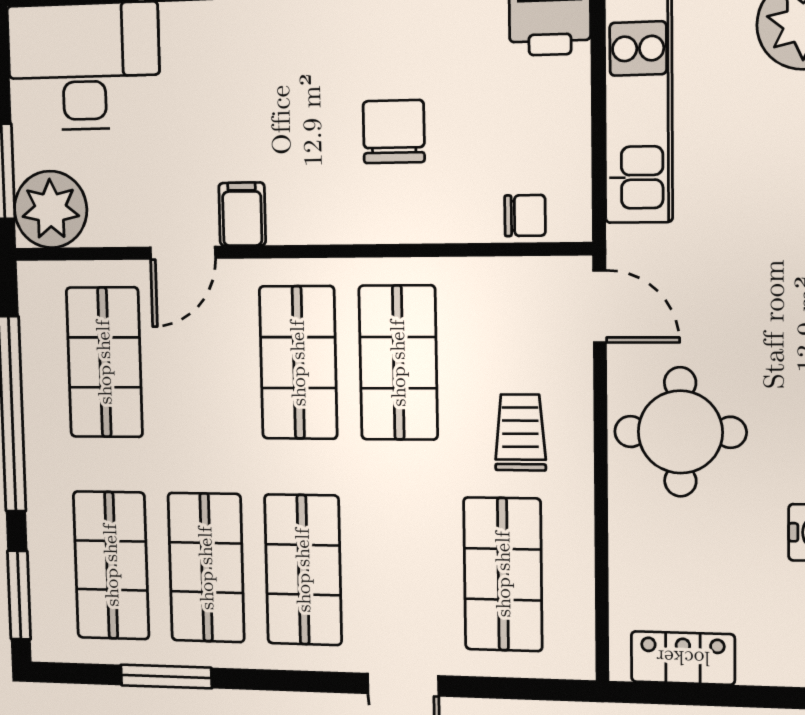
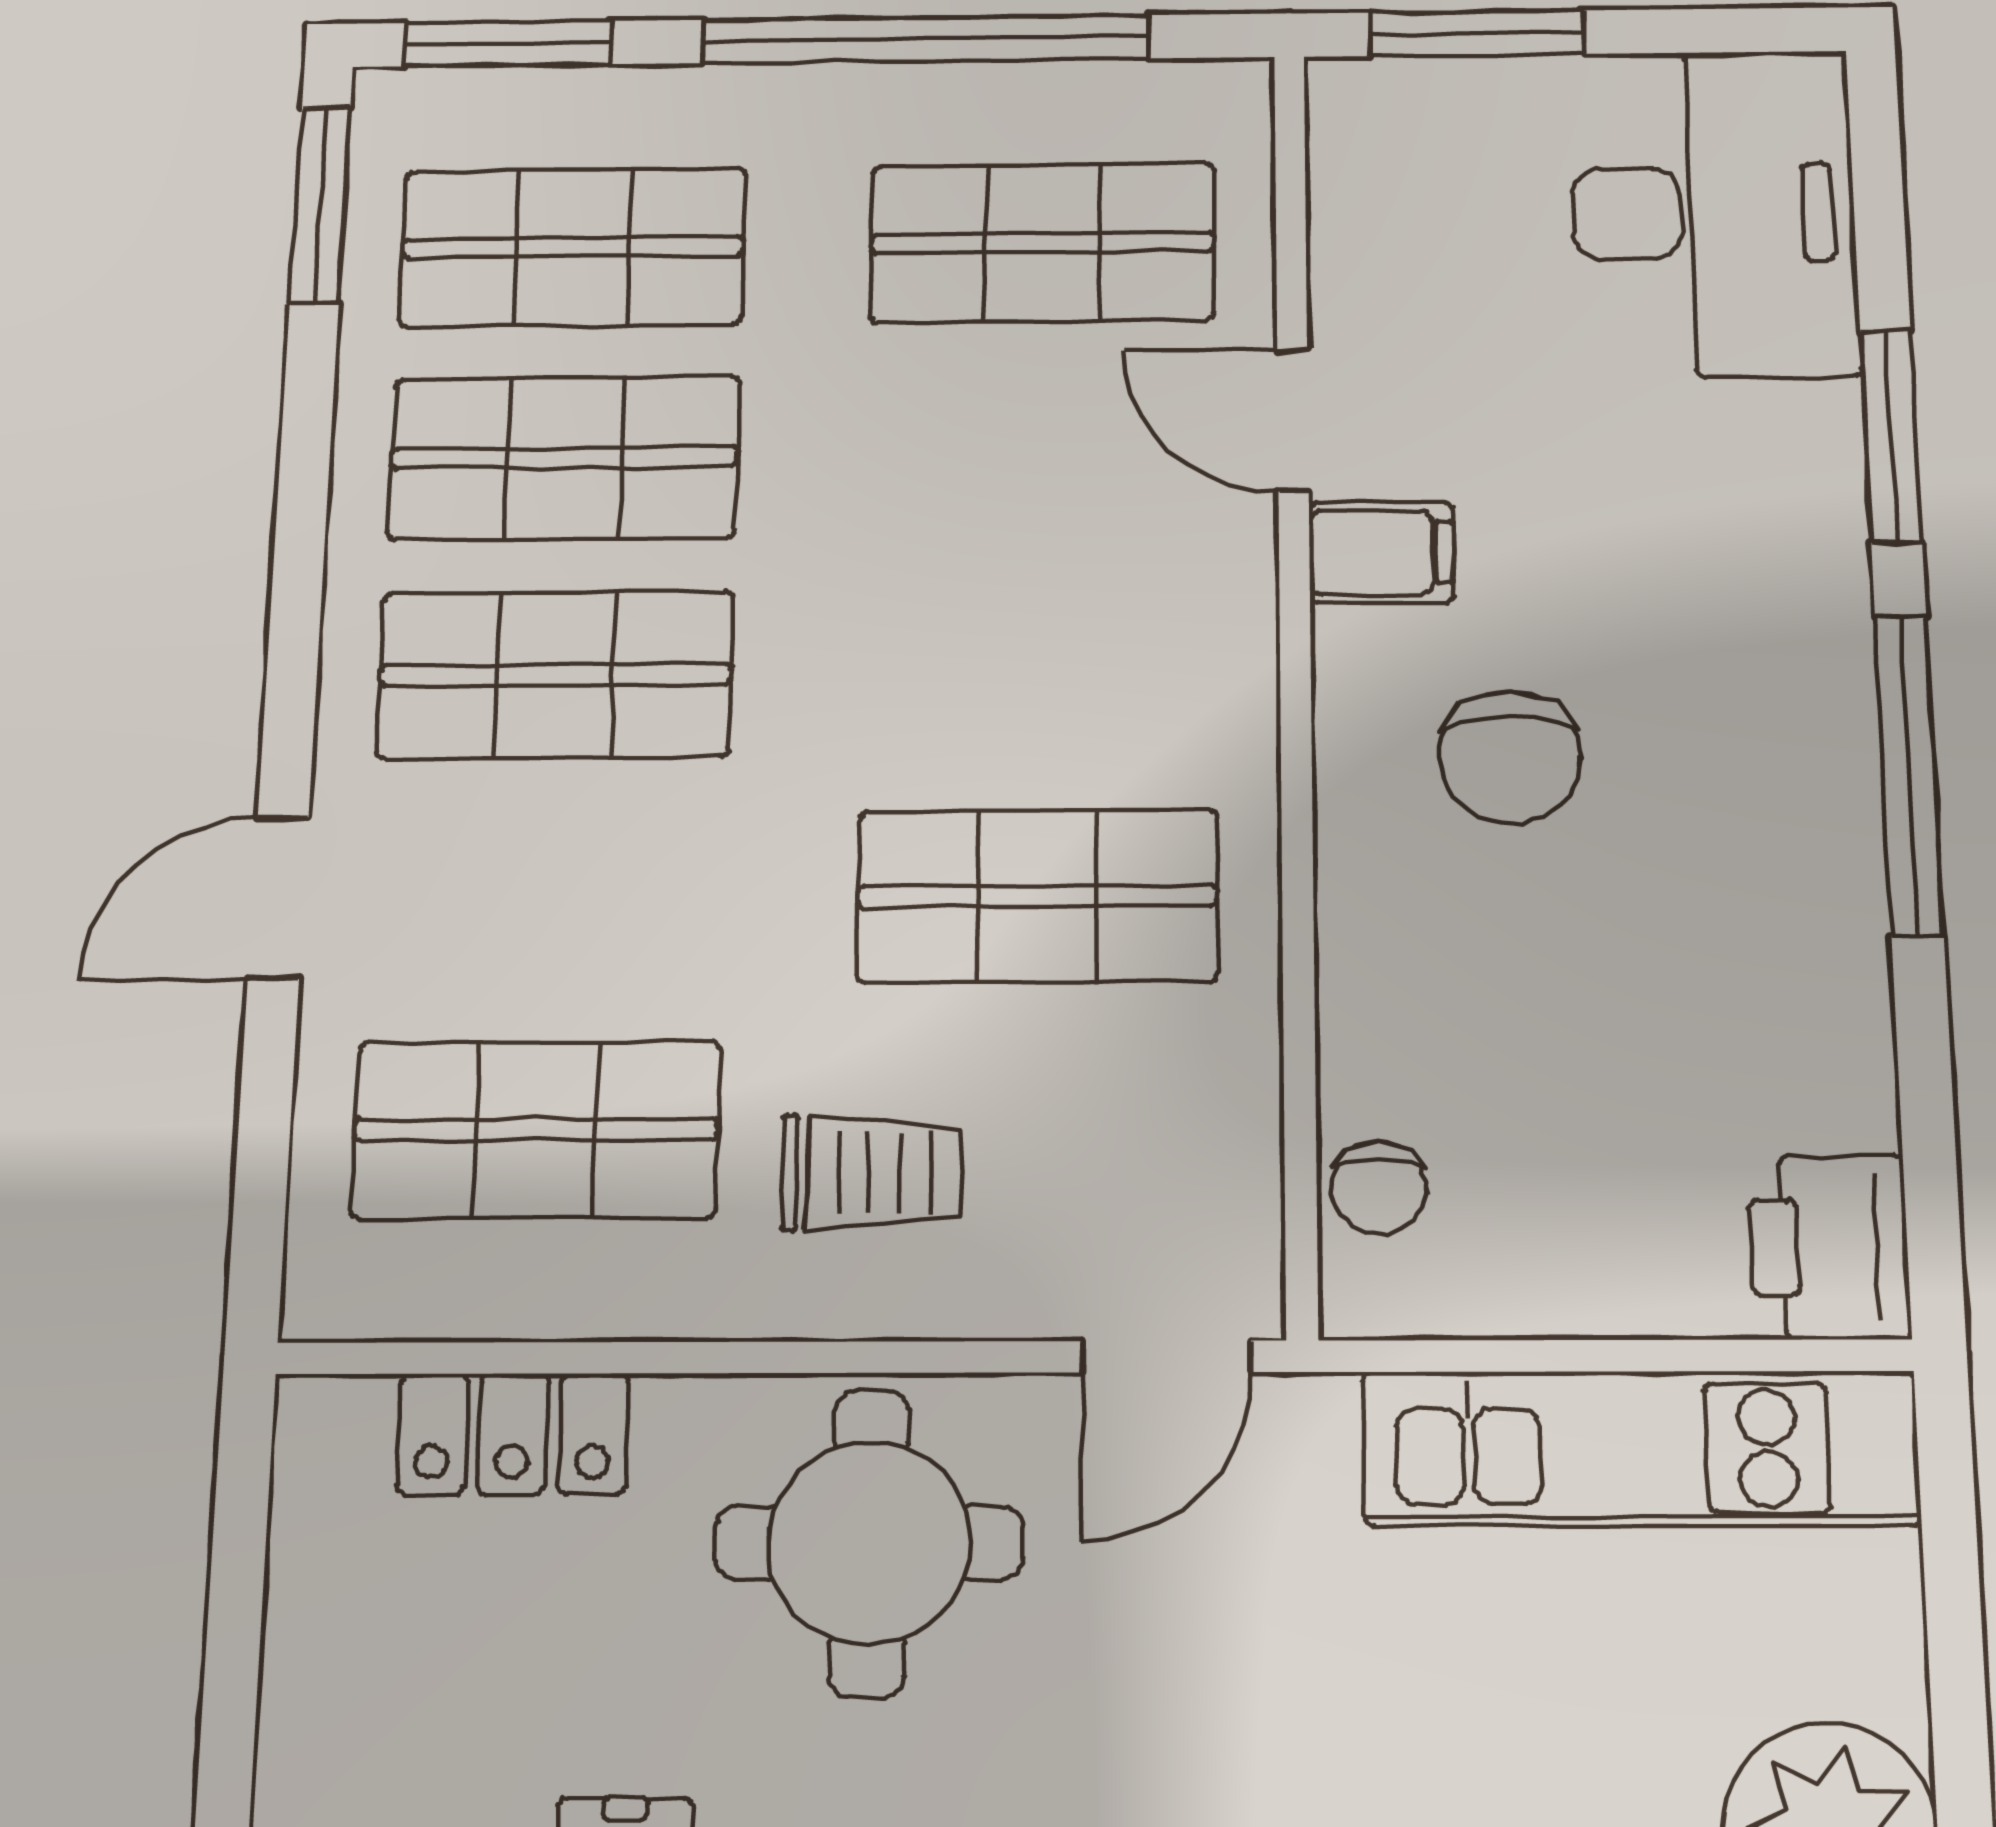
chair: (394, 132) -> (1510, 757), moved, turned 90
plant: (51, 209) -> (1391, 134), removed
shop shelf: (298, 363) -> (1039, 671), removed
locker: (683, 658) -> (513, 1434), moved, turned 90
window: (166, 677) -> (320, 205), moved

